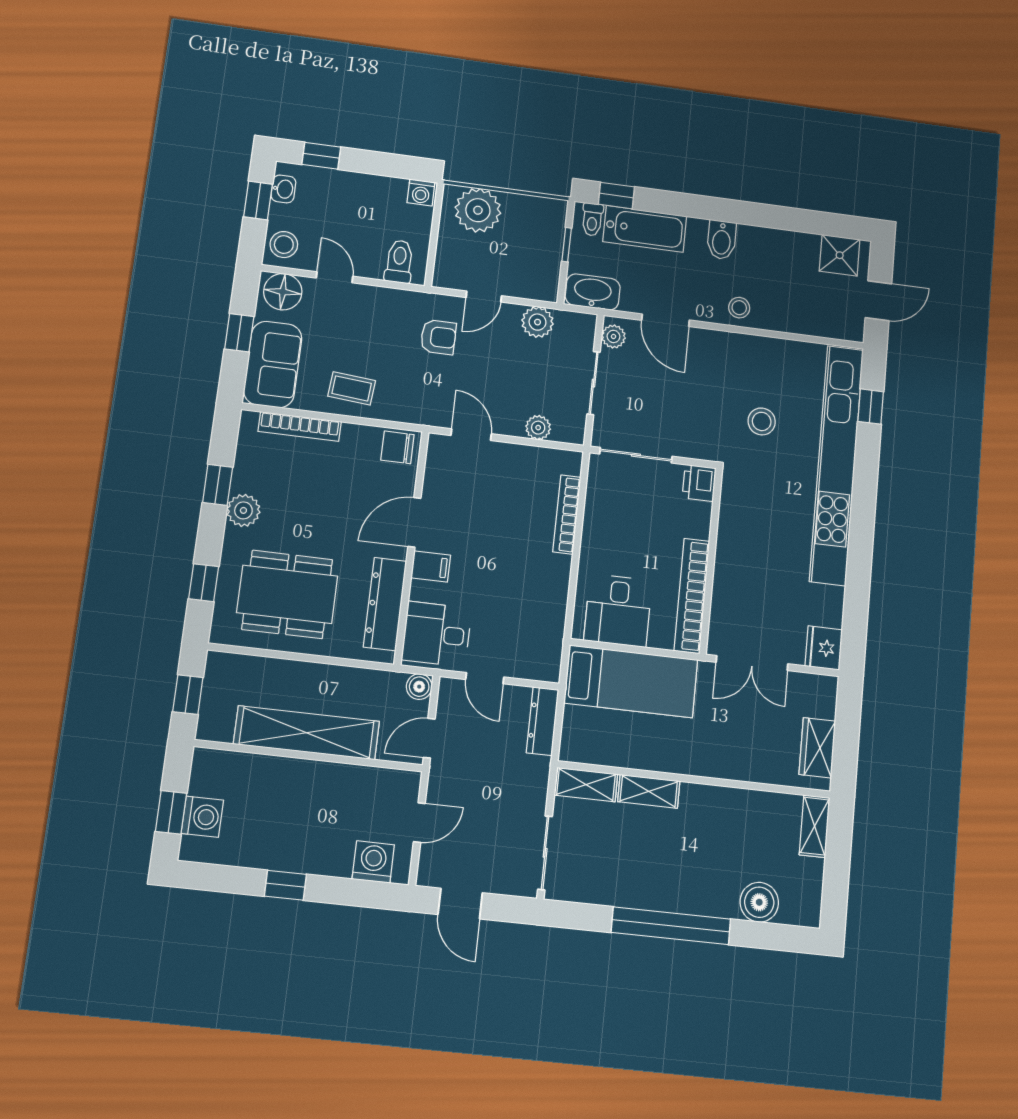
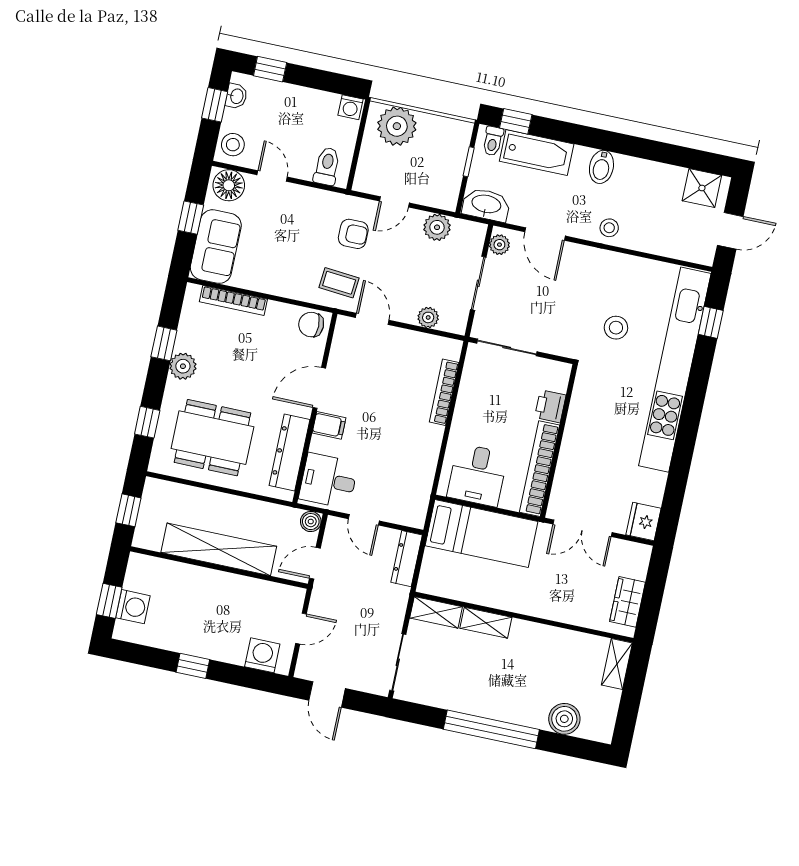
coffee table: (352, 388) -> (339, 283), moved
printer: (699, 483) -> (550, 406), moved

